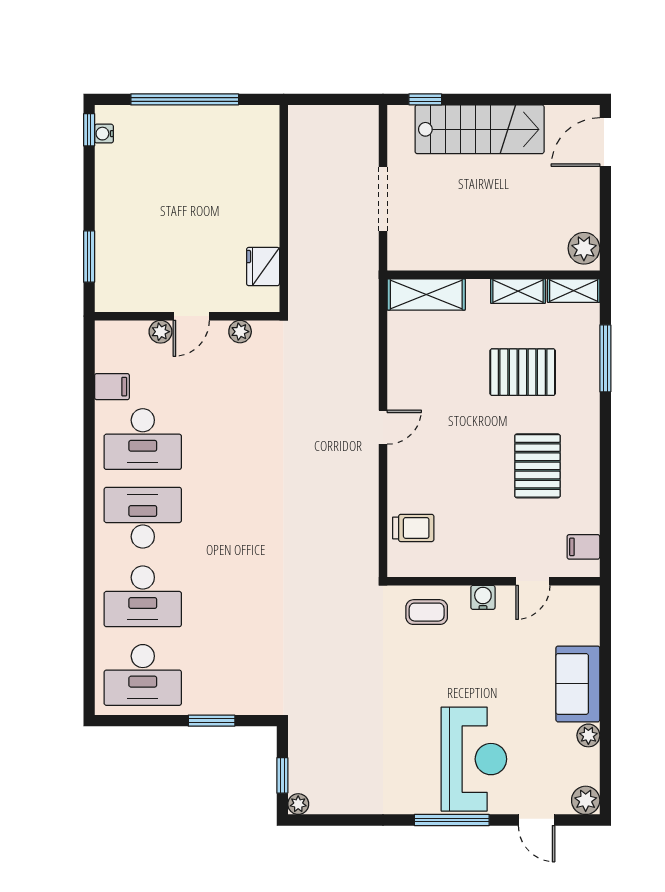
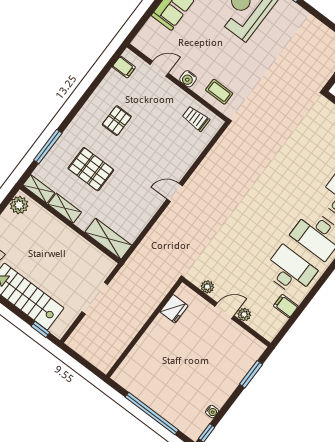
water cooler: (104, 134) -> (212, 412), moved
pallet: (537, 466) -> (117, 121), width x0.67, depth x0.71
trolley: (413, 528) -> (196, 119), moved

